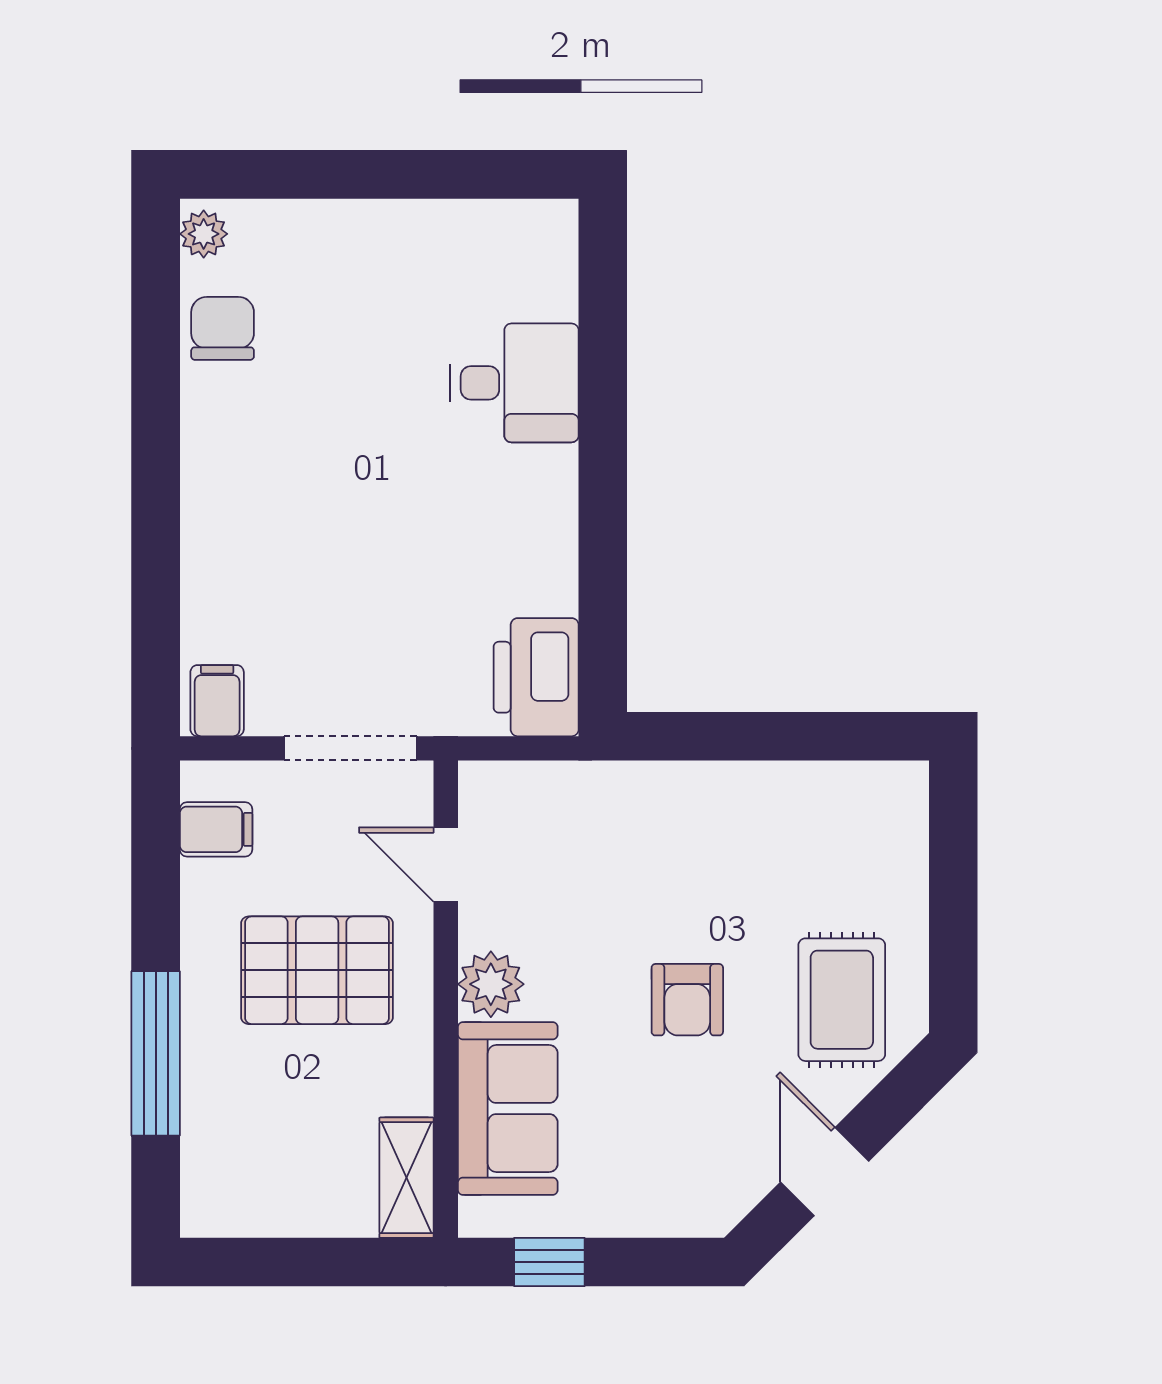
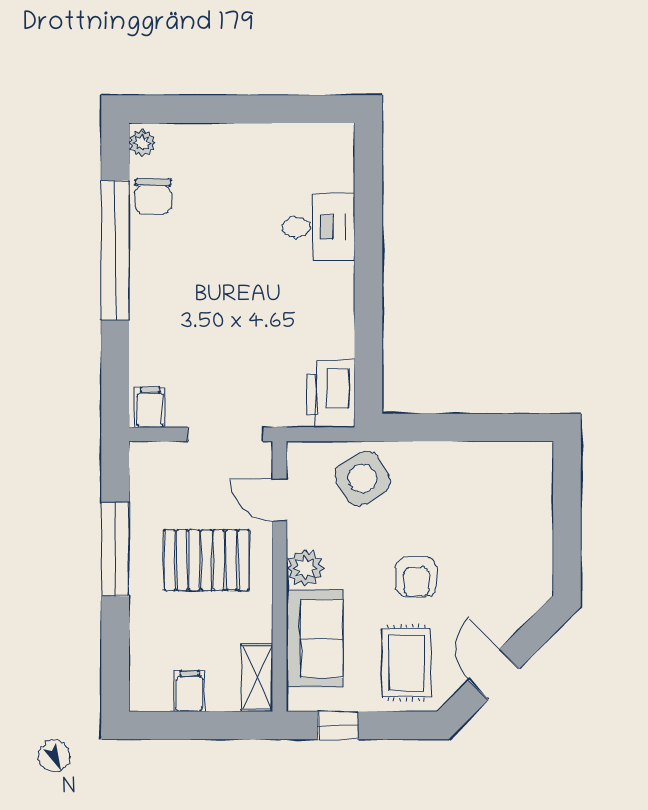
chair: (223, 328) -> (153, 196), turned 180
window: (156, 423) -> (115, 250), added
side table: (592, 826) -> (363, 478), added
filing cabinet: (216, 829) -> (190, 691), moved, turned -90
rug: (842, 1000) -> (406, 663), moved
window: (156, 1053) -> (115, 550), moved

